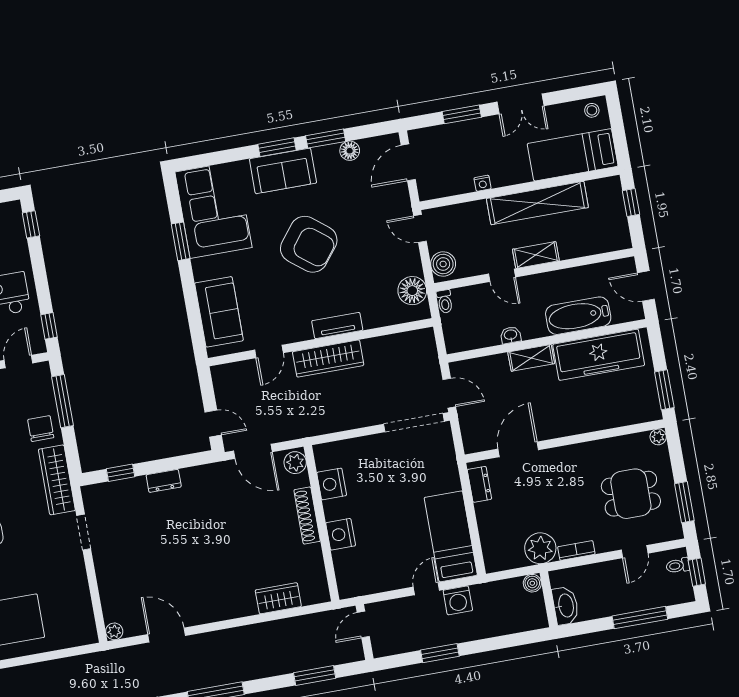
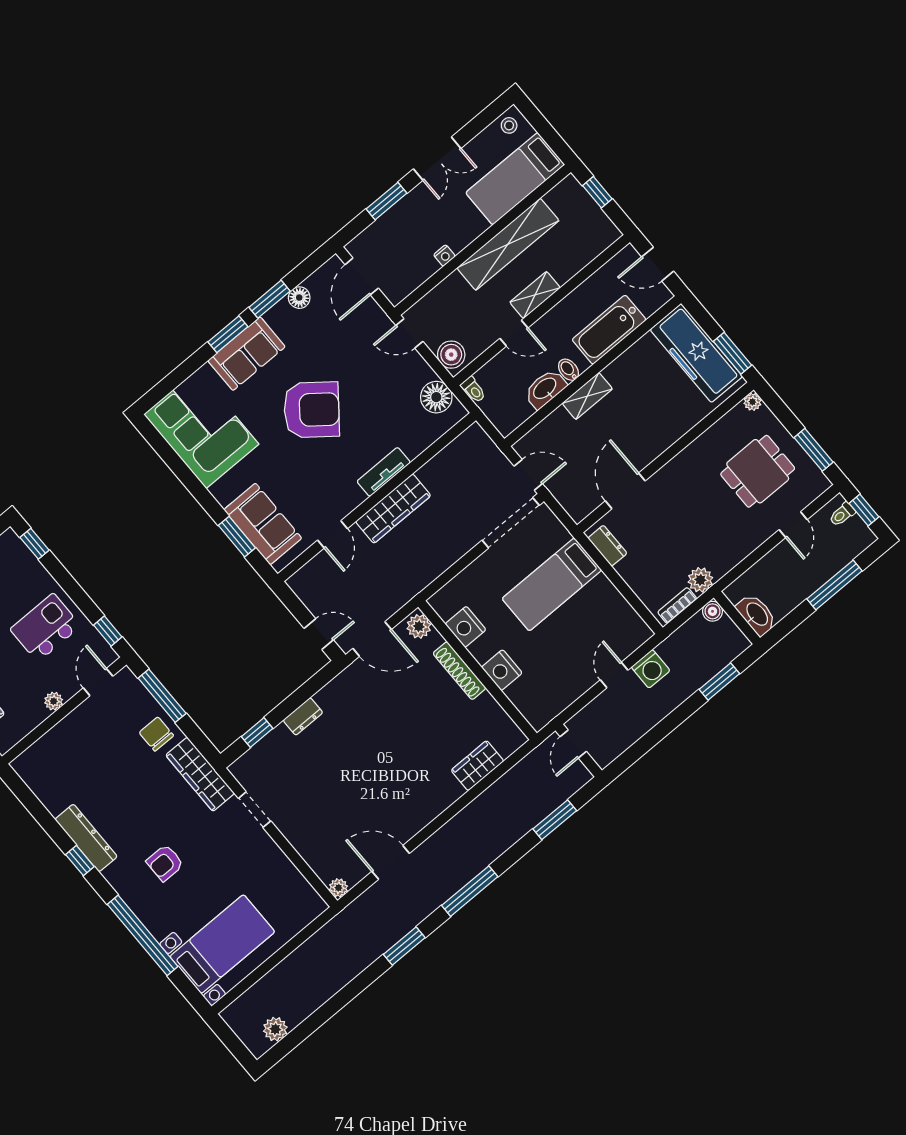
window: (181, 241) -> (237, 537), moved
bidet: (528, 329) -> (568, 370), added
washbasin: (511, 335) -> (545, 389), width x1.91, depth x1.45
freezer: (599, 355) -> (696, 353), moved, turned 90
bed: (451, 536) -> (552, 584), moved, turned -90
plant: (540, 548) -> (700, 580), width x0.73, depth x0.73
bookcase: (576, 550) -> (677, 605), moved
window: (440, 653) -> (719, 682), moved

